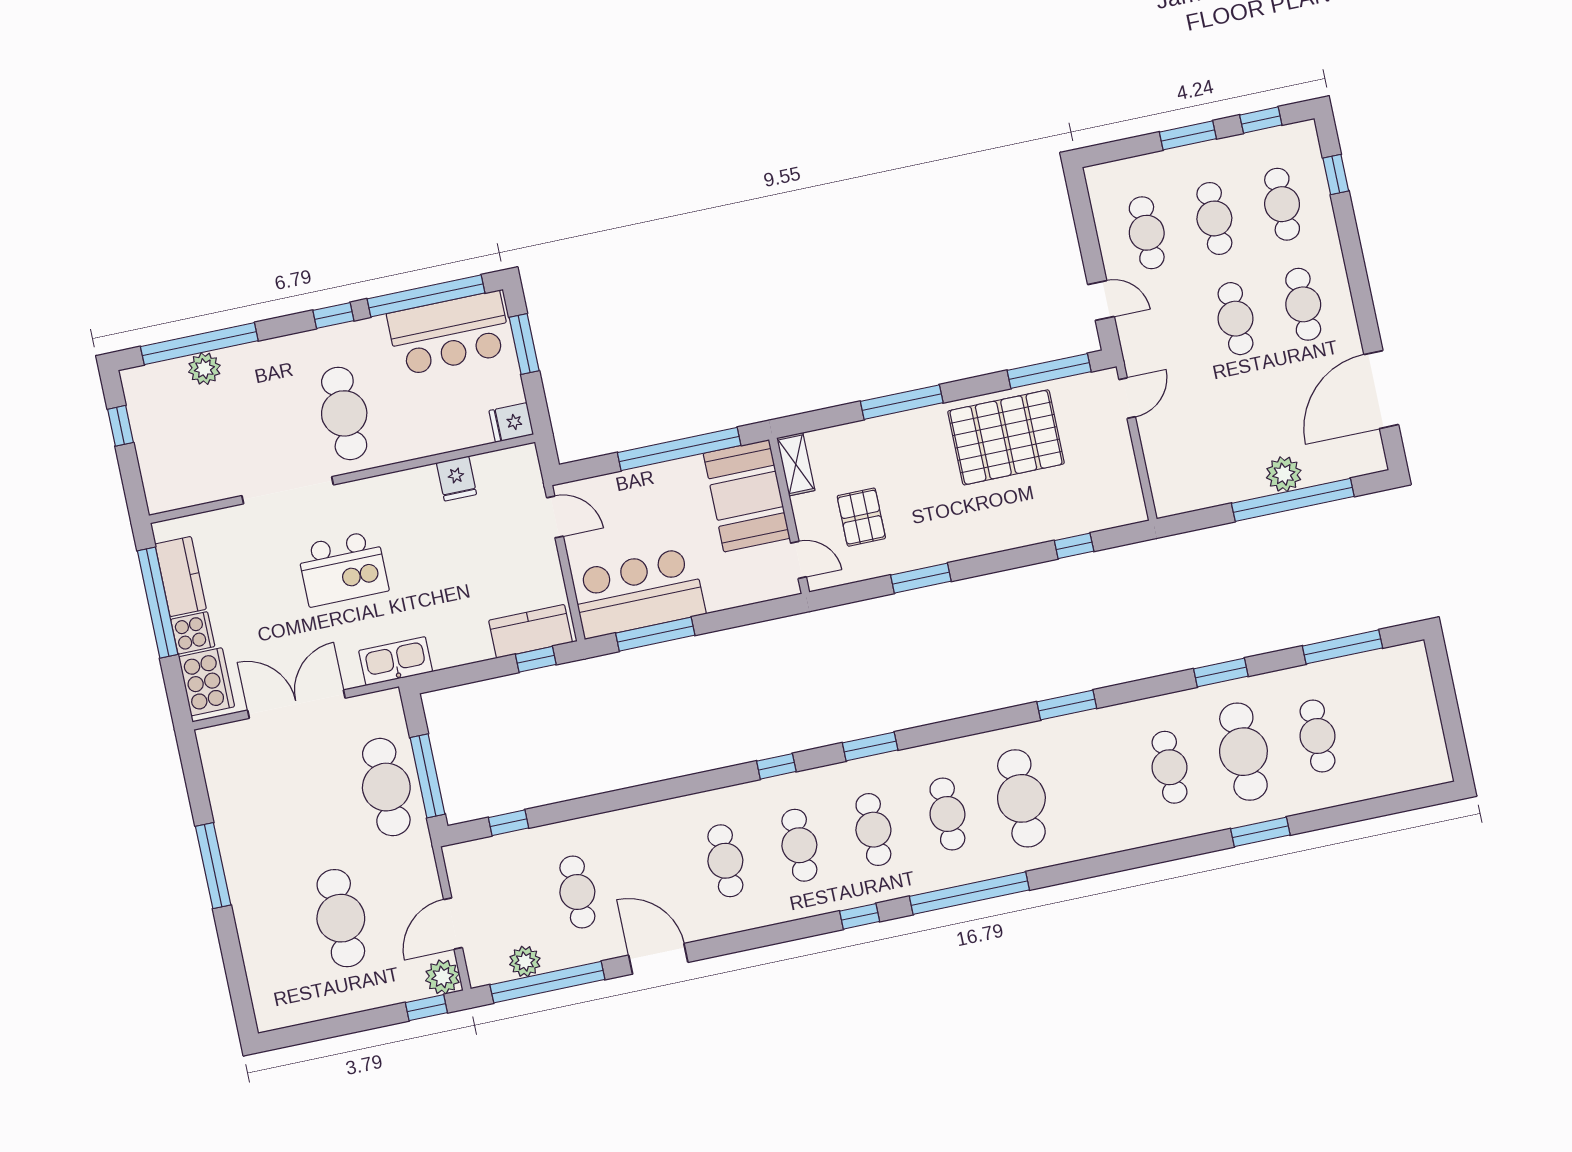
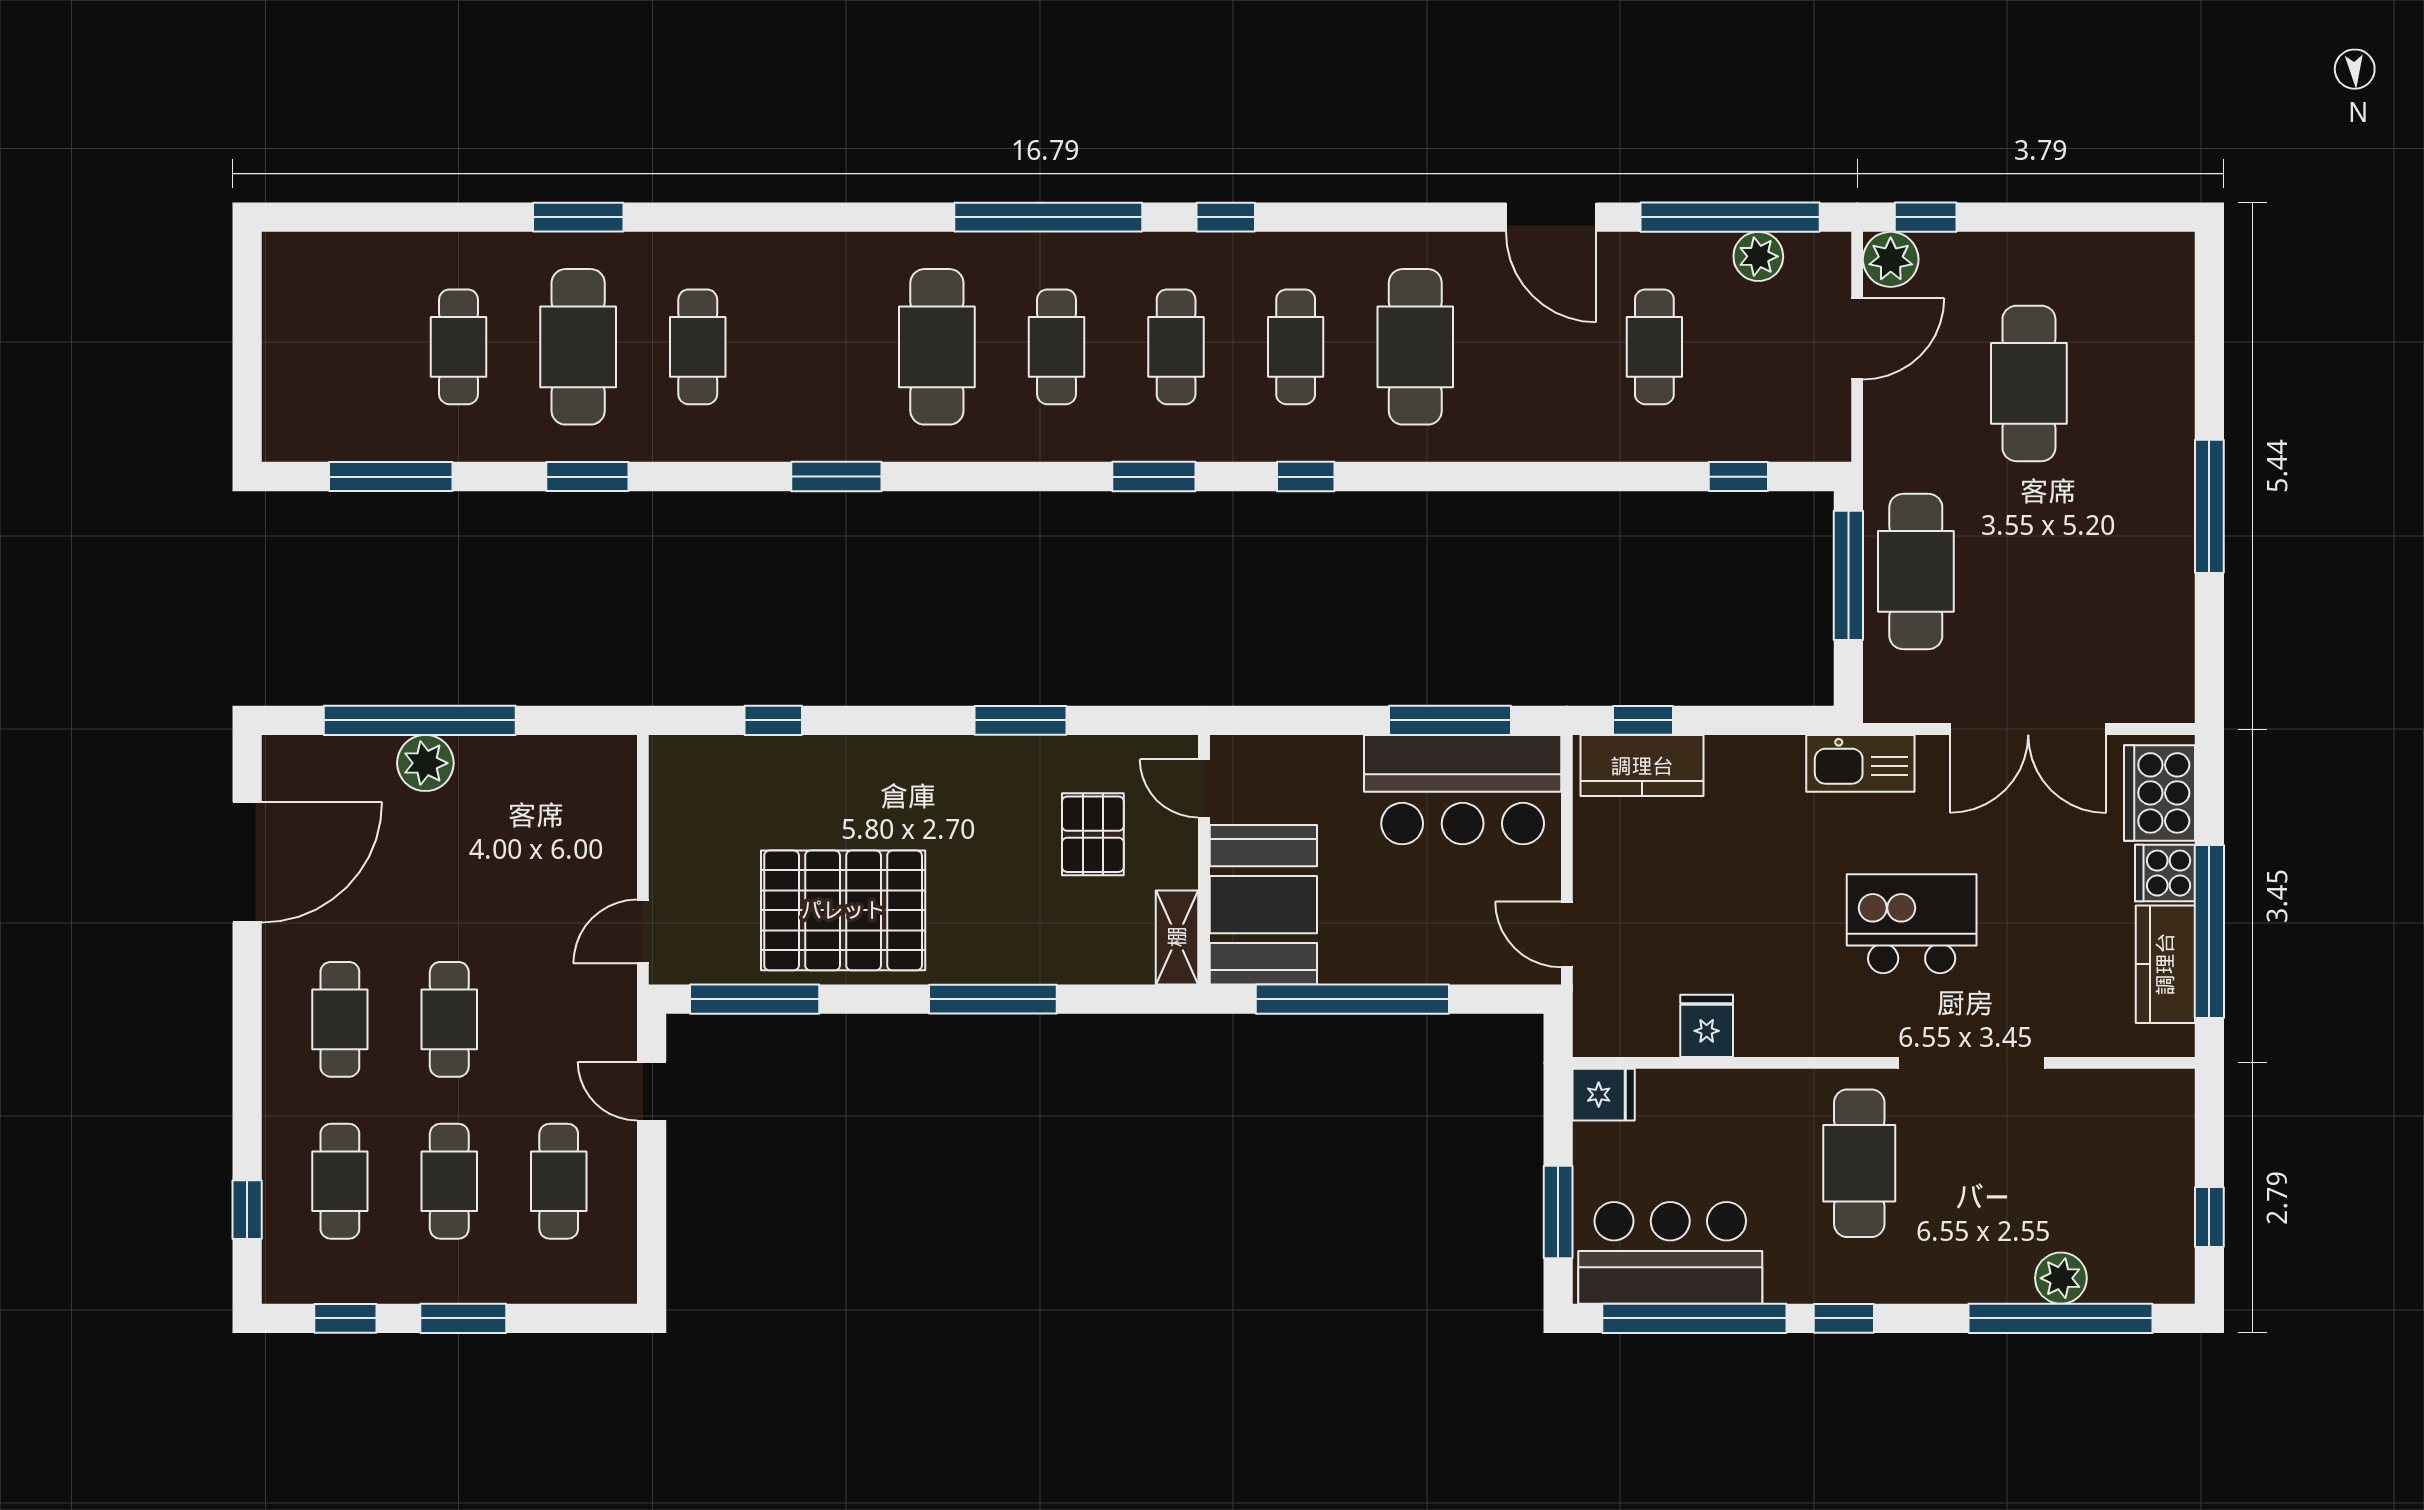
cafe table: (725, 861) -> (1415, 347), width x1.37, depth x1.35

